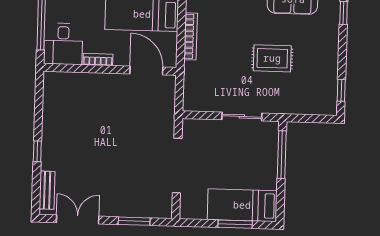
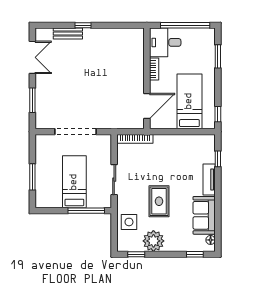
bookcase: (191, 36) -> (135, 139), moved
plant: (324, 67) -> (153, 241), added
side table: (298, 99) -> (129, 222), added
bench: (47, 190) -> (68, 34), moved
bed: (242, 205) -> (74, 182), moved

